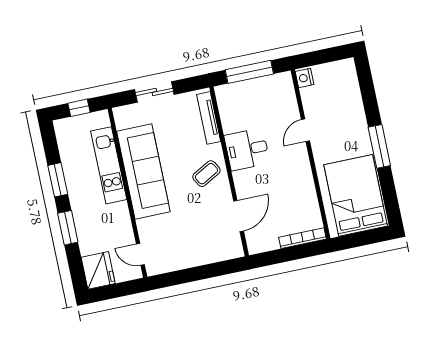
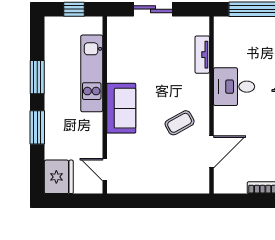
tv unit: (209, 118) -> (202, 55), width x0.71
sofa: (143, 171) -> (121, 108), width x0.54, depth x0.79
coffee table: (206, 174) -> (180, 123), moved

